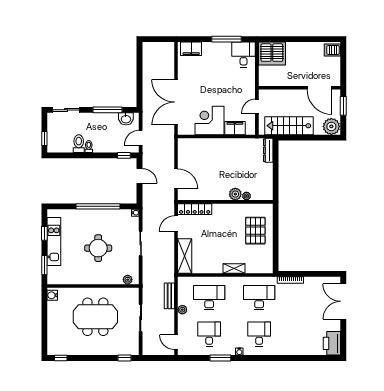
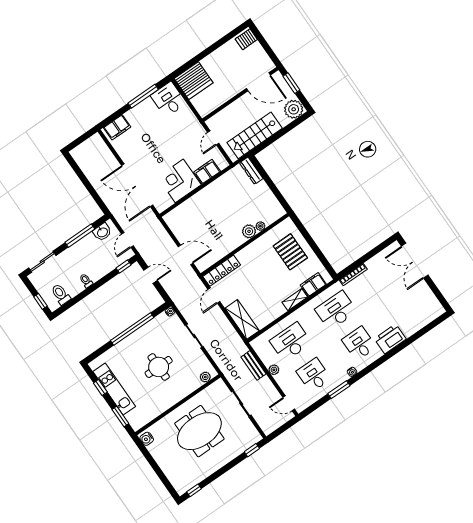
toilet: (79, 144) -> (61, 294), moved
filing cabinet: (256, 267) -> (313, 285), added
printer: (332, 343) -> (390, 339), moved, turned 90

